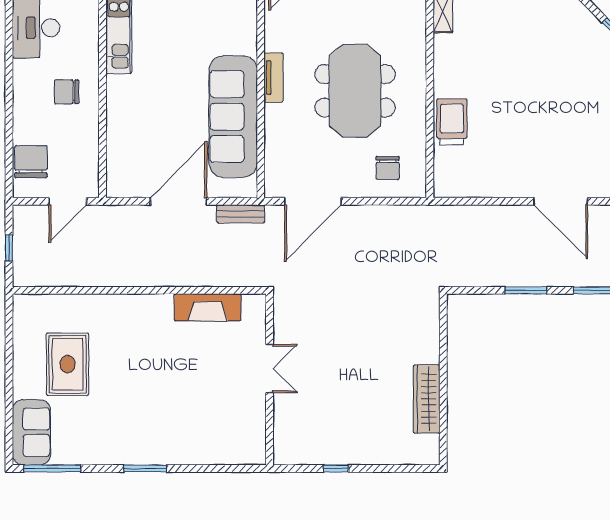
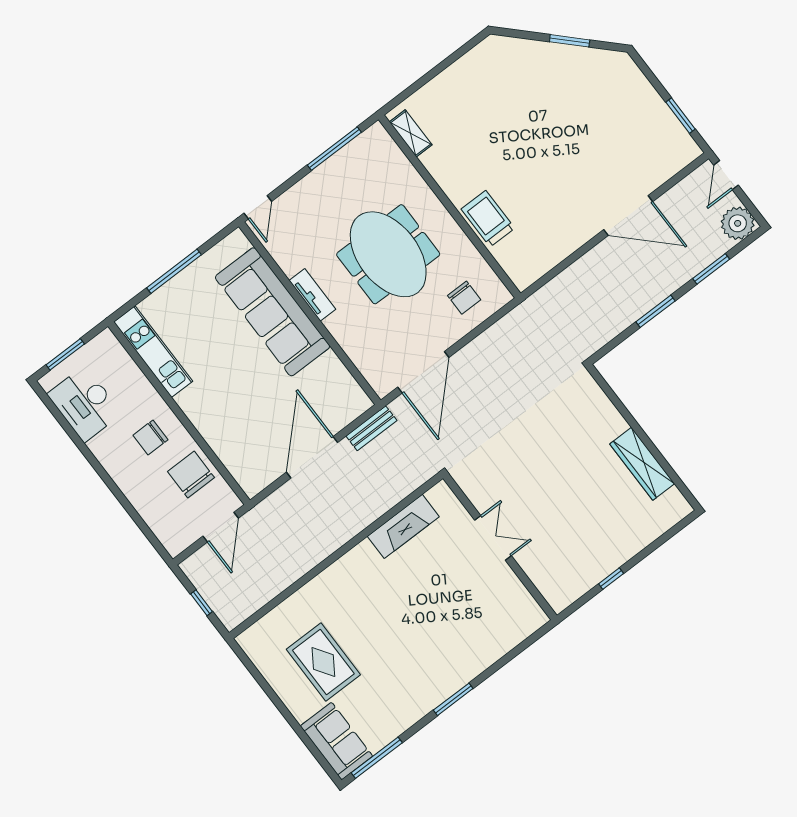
sofa: (233, 117) -> (273, 312), moved
chair: (31, 162) -> (191, 475), moved

